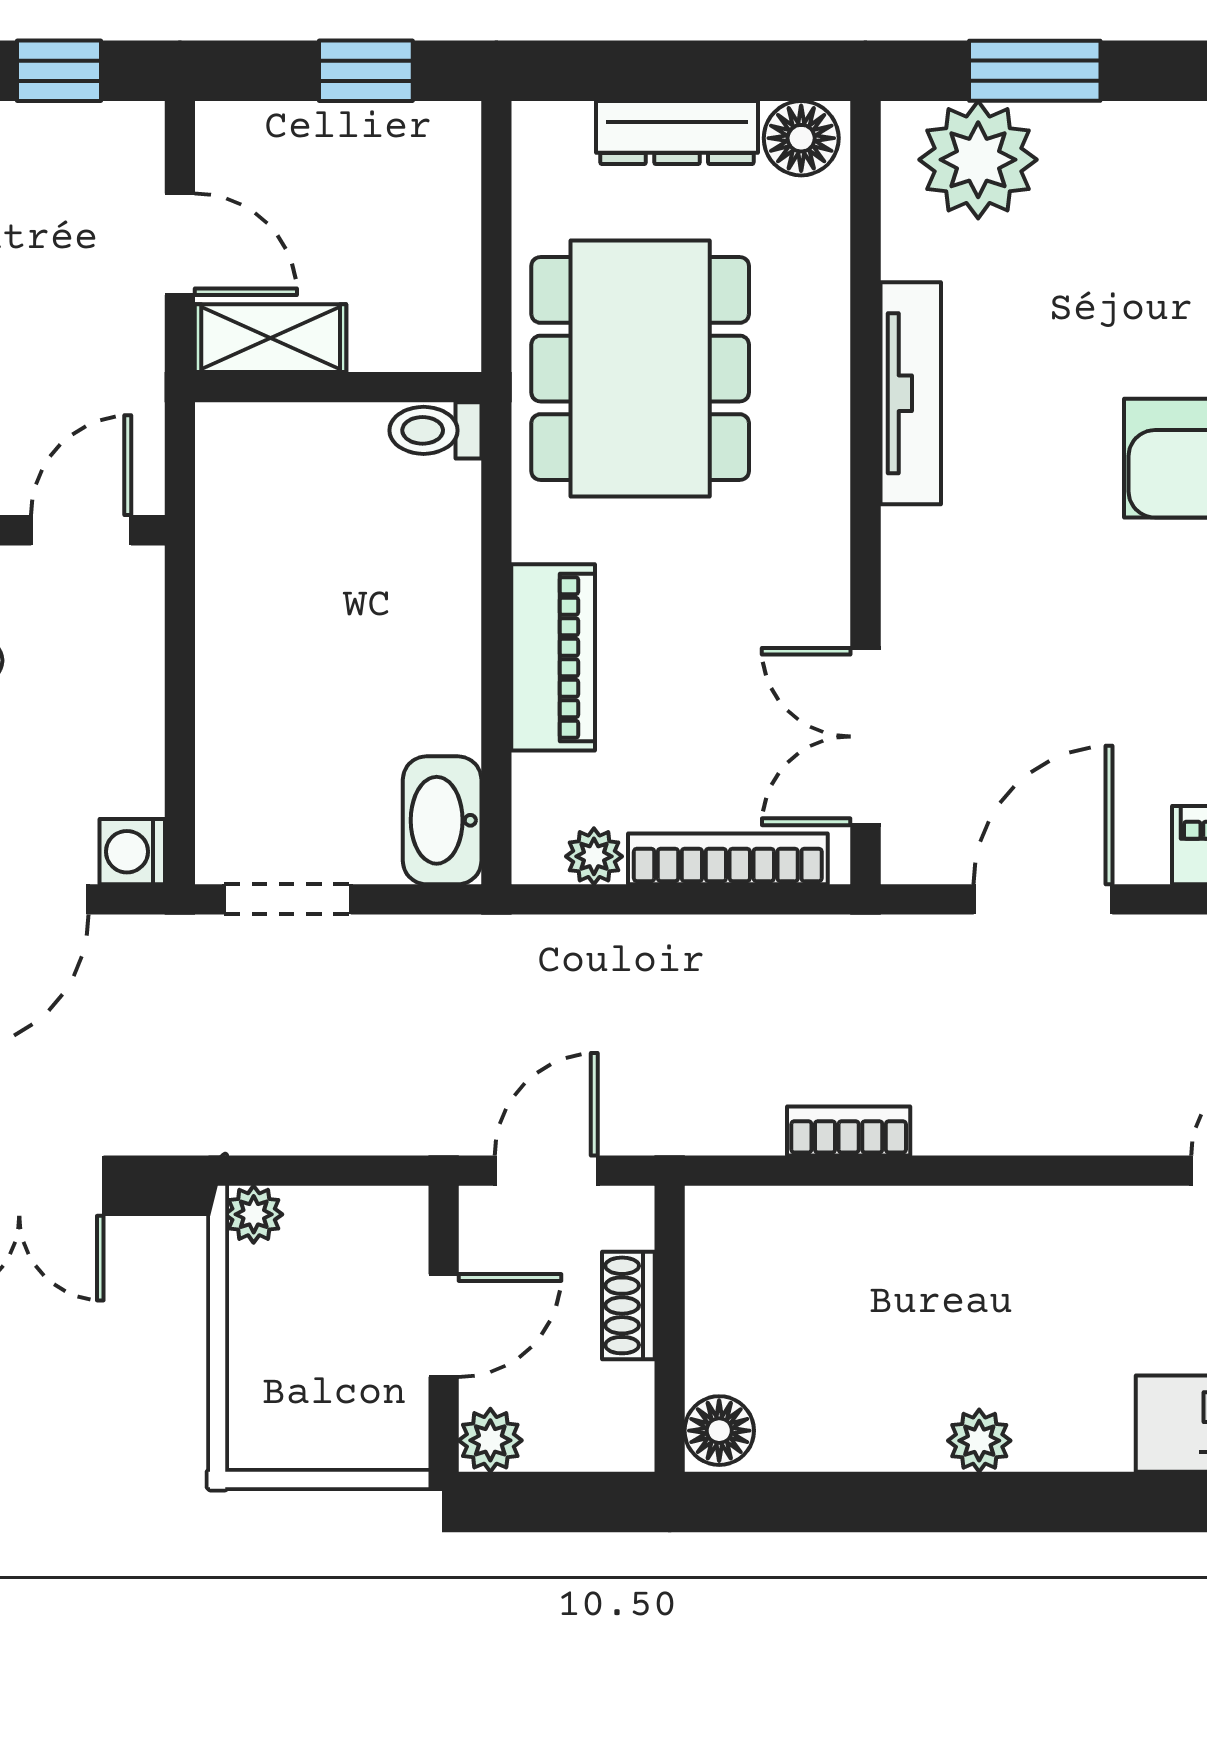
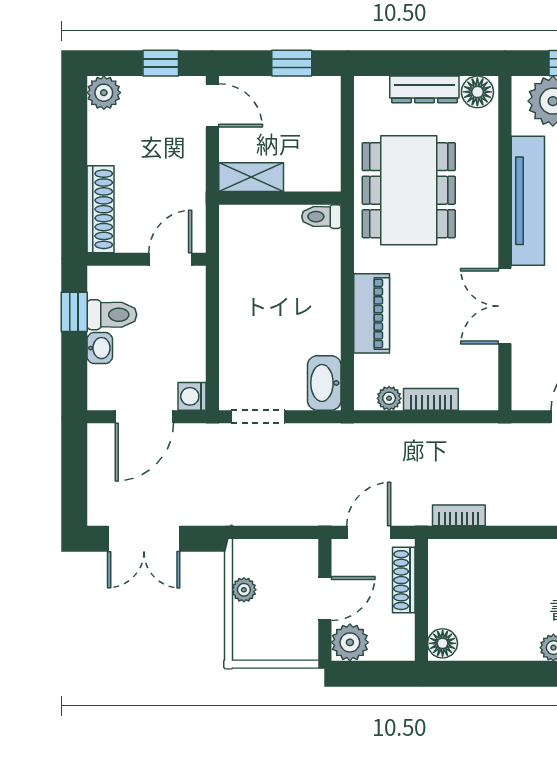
door: (180, 244) -> (212, 105), moved
tv unit: (911, 393) -> (528, 201), width x1.36, depth x1.29
double door: (865, 737) -> (505, 306), moved
bookcase: (728, 859) -> (431, 399), width x0.64
bookcase: (849, 1131) -> (459, 515), moved
plant: (254, 1214) -> (244, 590), moved
shoe rack: (628, 1305) -> (404, 580), width x1.43
plant: (490, 1440) -> (350, 642), width x1.38, depth x1.38

